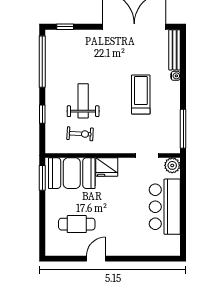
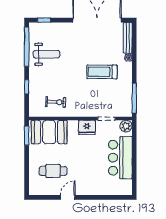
treadmill: (141, 94) -> (102, 72), turned -90
weight bench: (83, 101) -> (47, 54), moved, turned 90
fridge: (107, 167) -> (87, 127), moved

